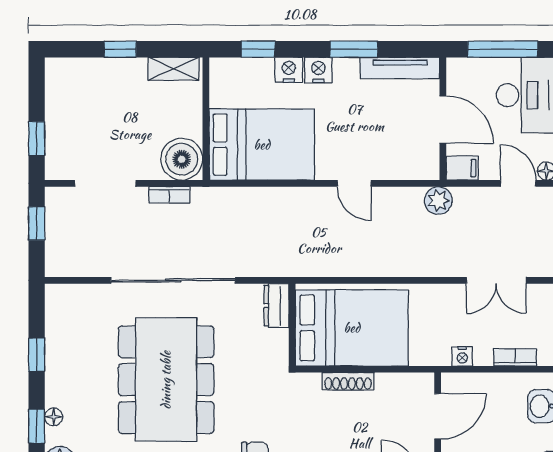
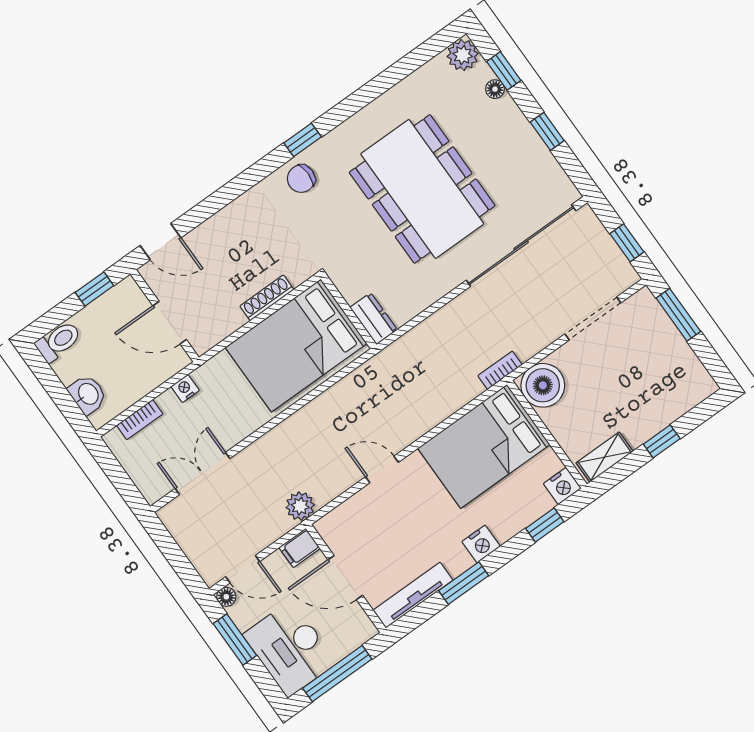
nightstand: (289, 70) -> (562, 486), moved
window: (37, 139) -> (678, 315), width x1.50
bookcase: (169, 195) -> (500, 370), moved
sliding door: (173, 280) -> (521, 245), moved
door: (438, 416) -> (170, 323), hinge flipped

